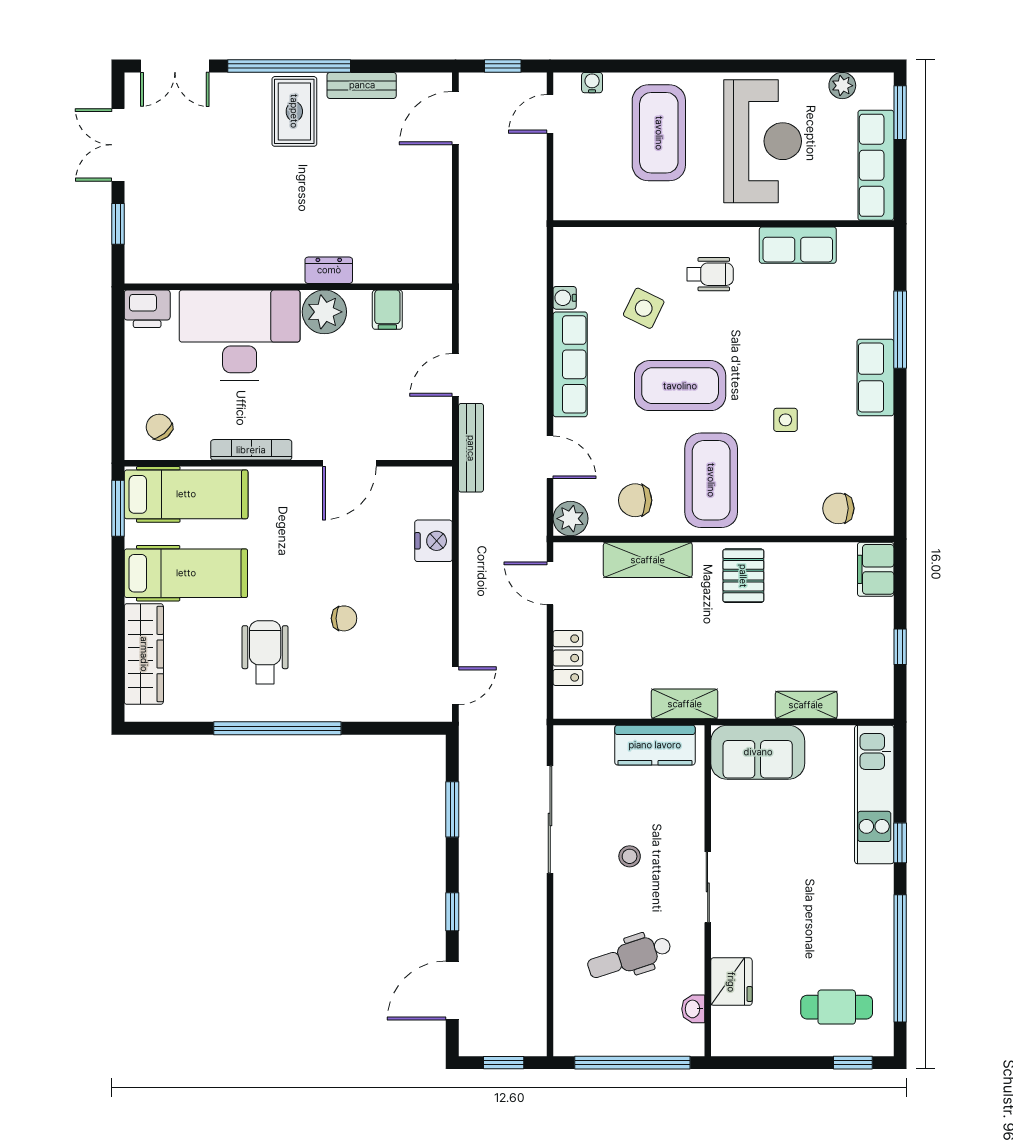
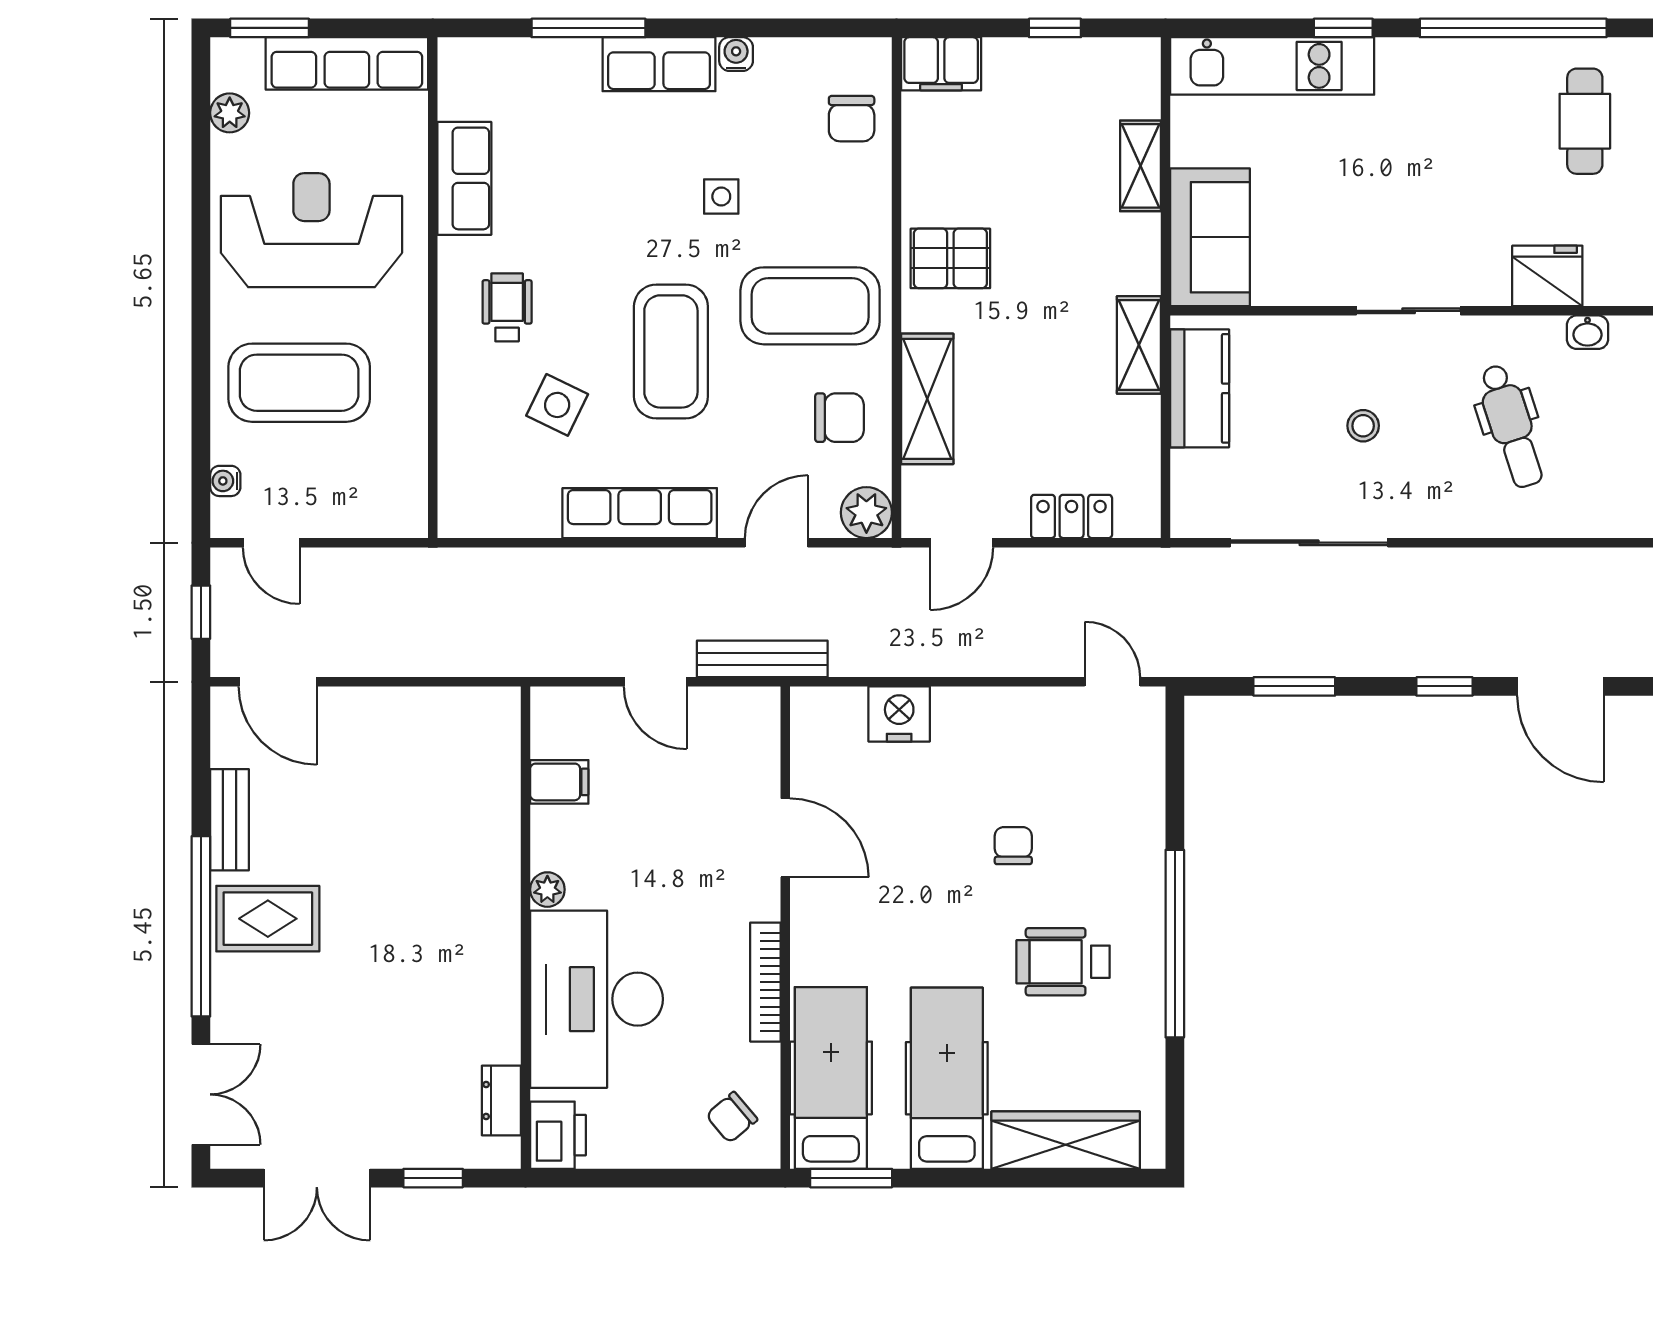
dresser: (329, 270) -> (501, 1100), moved
water cooler: (565, 298) -> (736, 54), moved, turned 180
plant: (324, 312) -> (547, 890), width x0.53, depth x0.53
chair: (635, 500) -> (840, 418), turned -90

